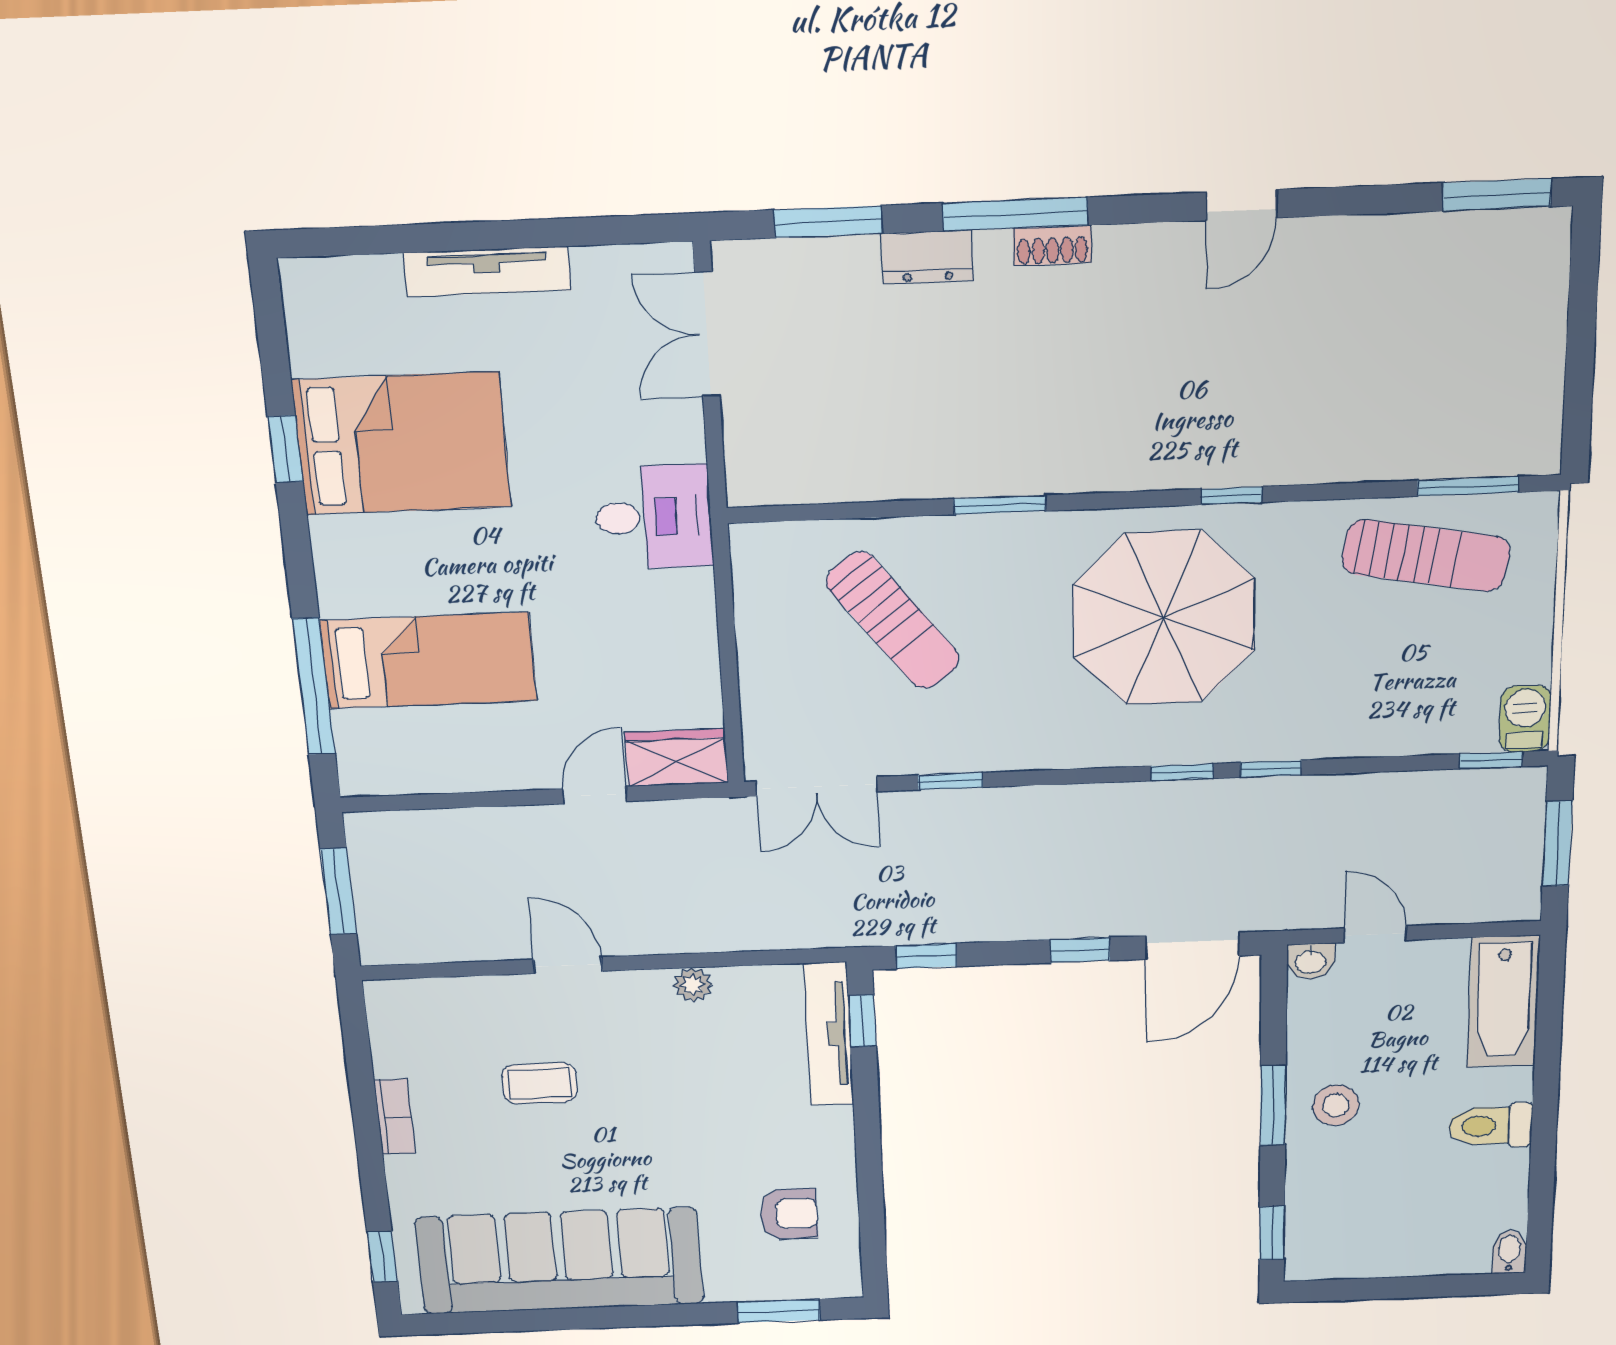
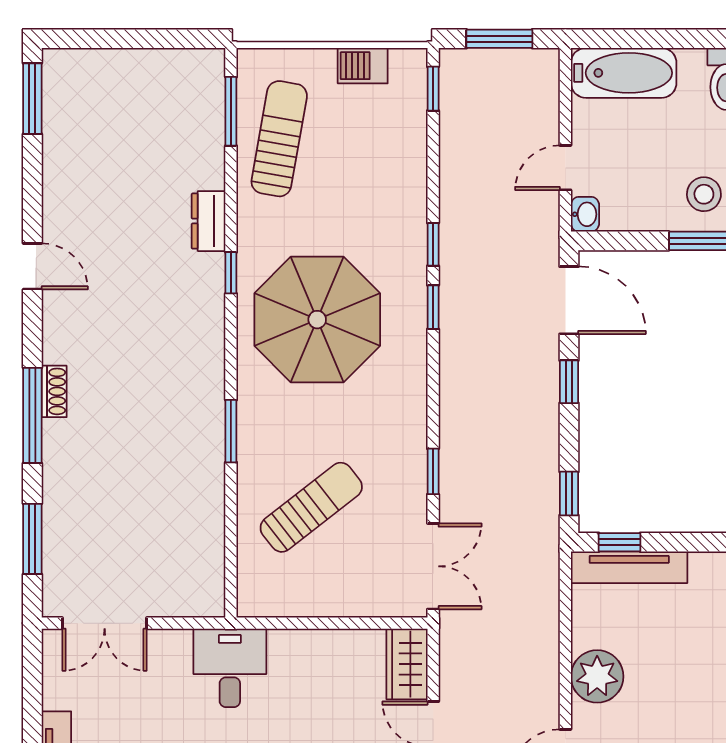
dresser: (927, 257) -> (209, 221), moved, turned 180
barbecue: (1525, 719) -> (363, 66), moved
plant: (693, 985) -> (597, 676), width x1.88, depth x1.88

